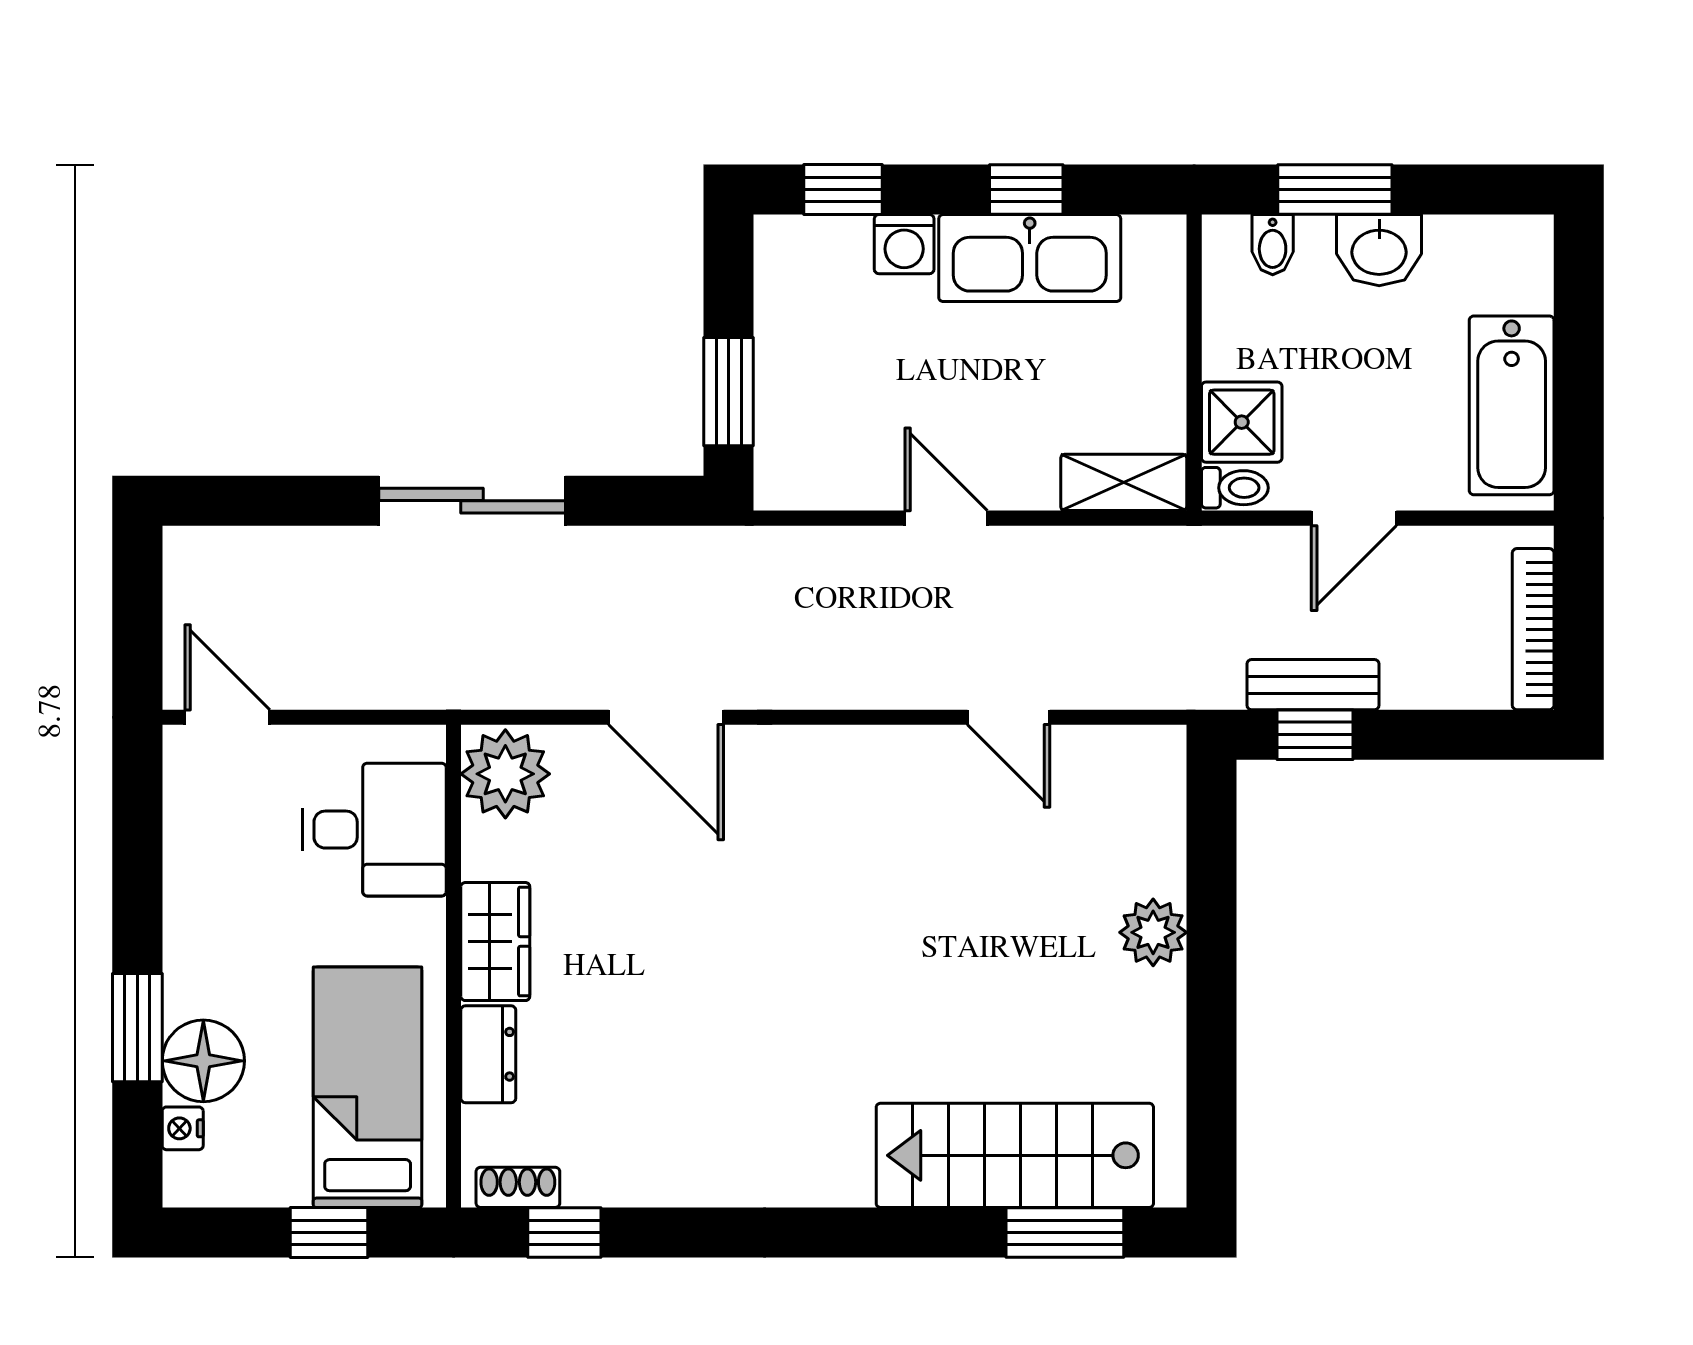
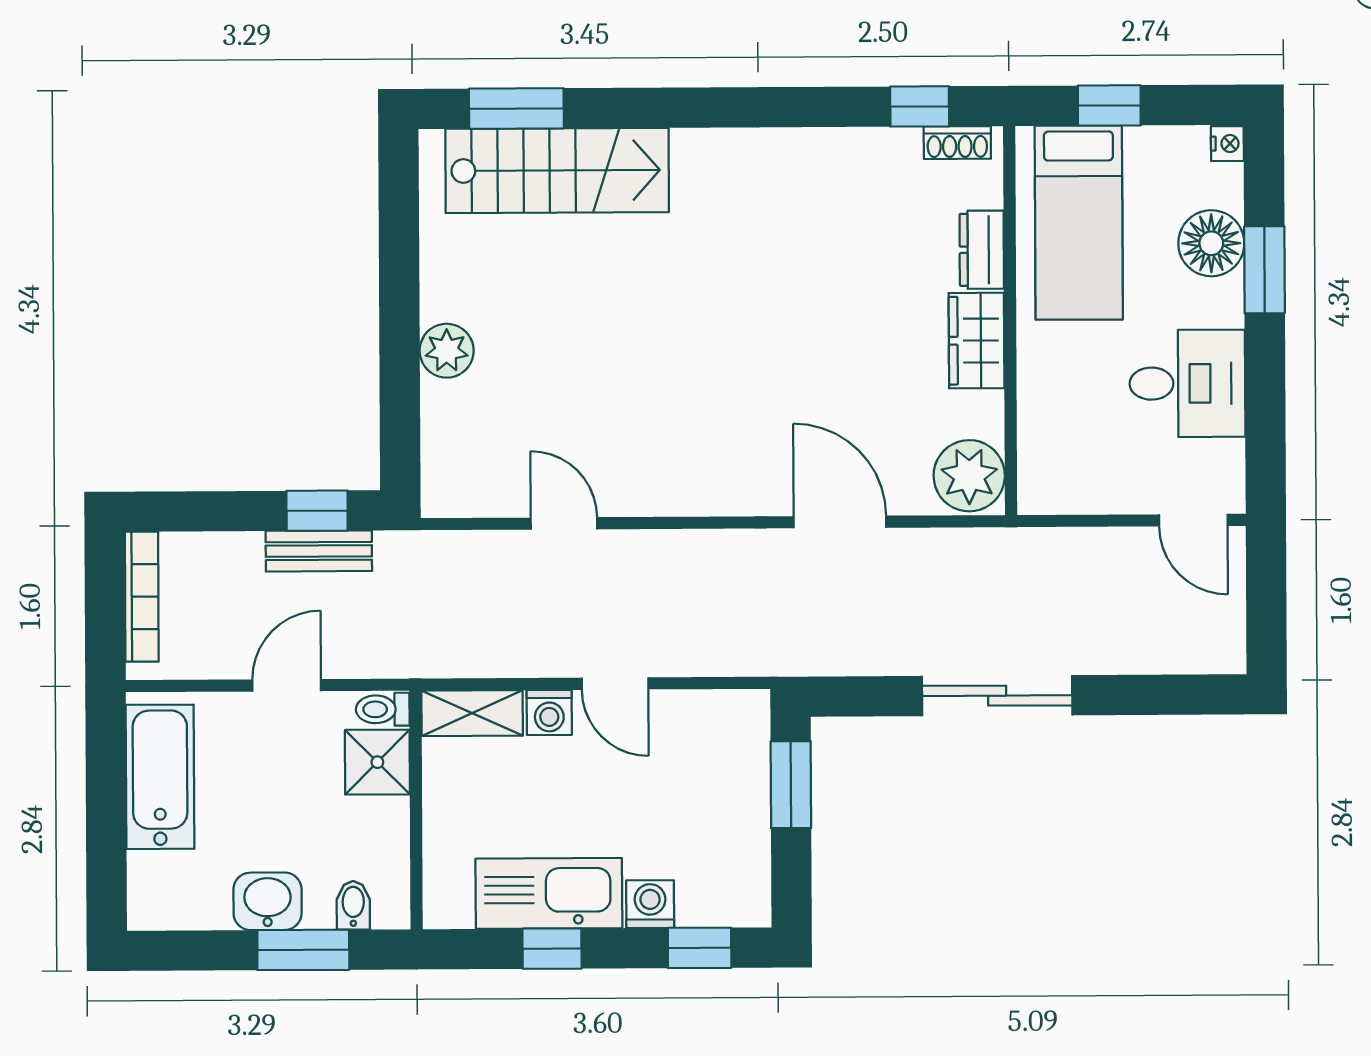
washing machine: (1028, 483) -> (549, 712), added
desk: (374, 830) -> (1187, 383), moved, turned 180
nightstand: (183, 1128) -> (1227, 144), moved

